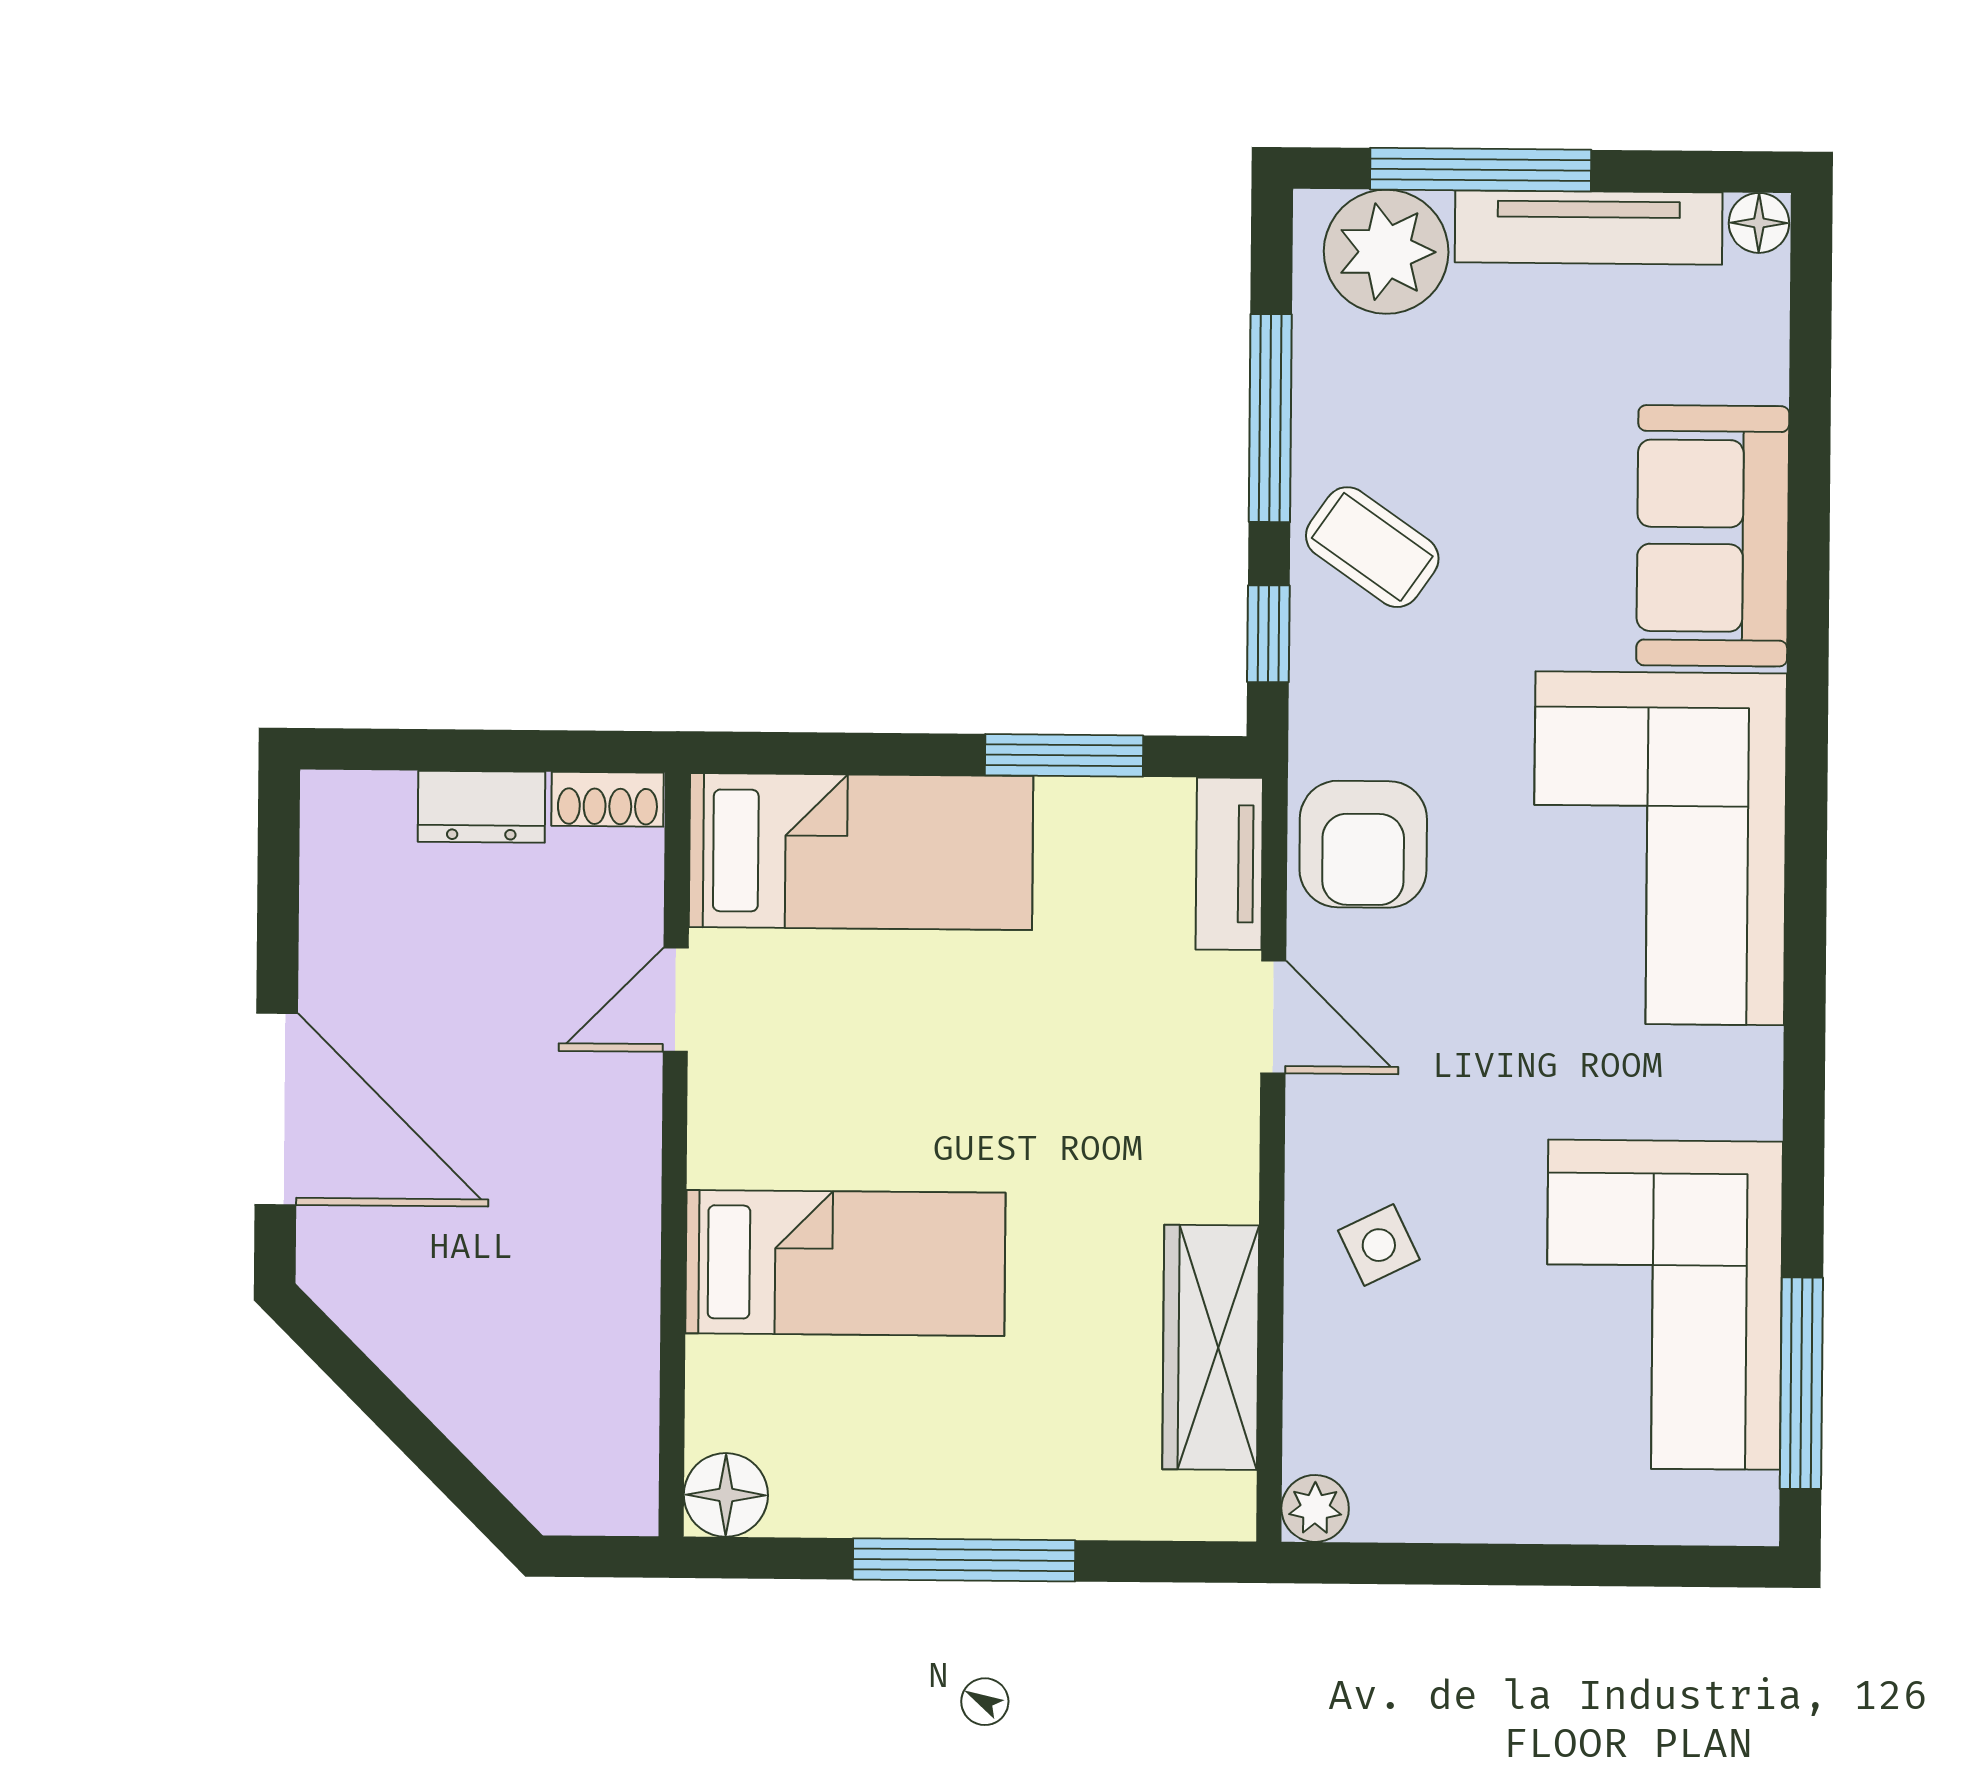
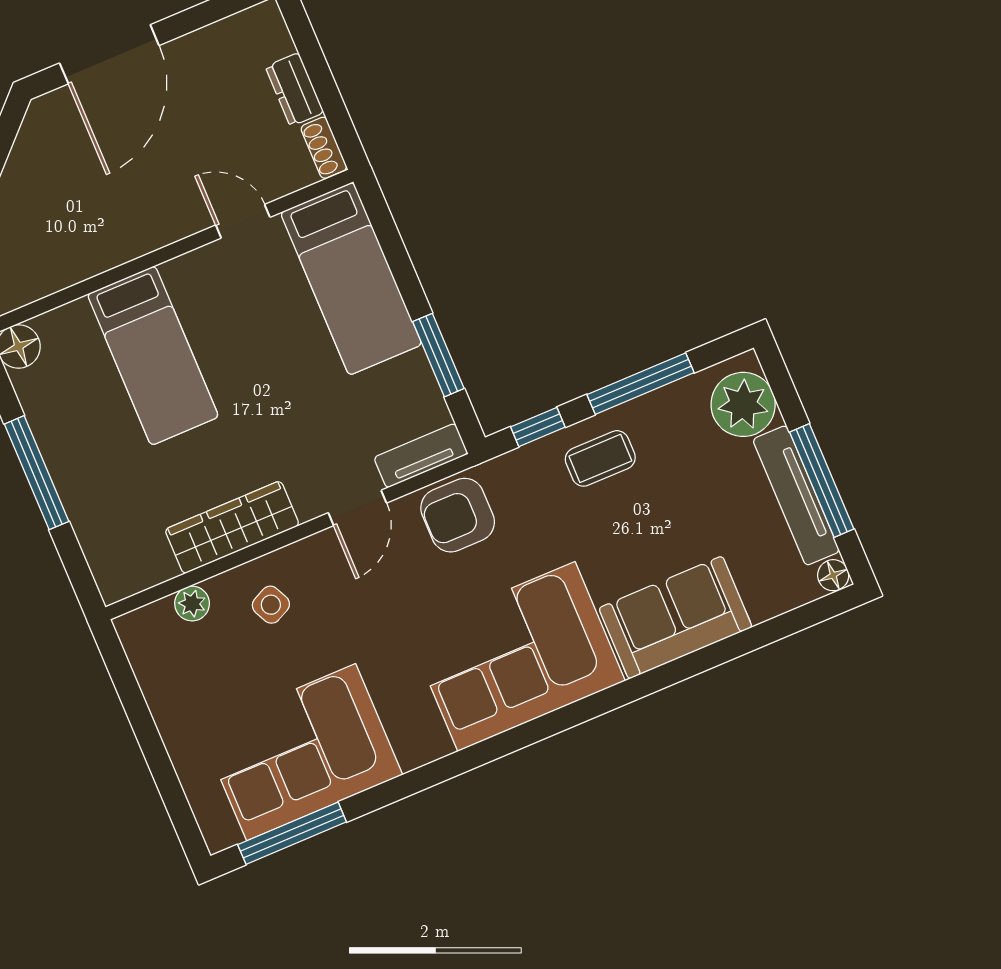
window: (1481, 170) -> (822, 480), moved
coffee table: (1372, 547) -> (600, 458), turned 55
wardrobe: (1211, 1347) -> (232, 527), moved
plant: (1315, 1508) -> (192, 604), moved

